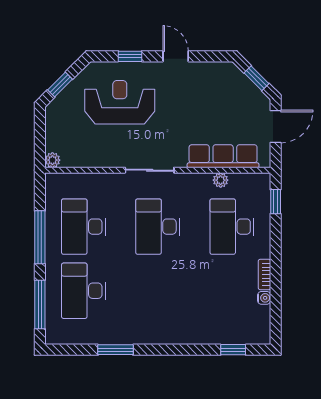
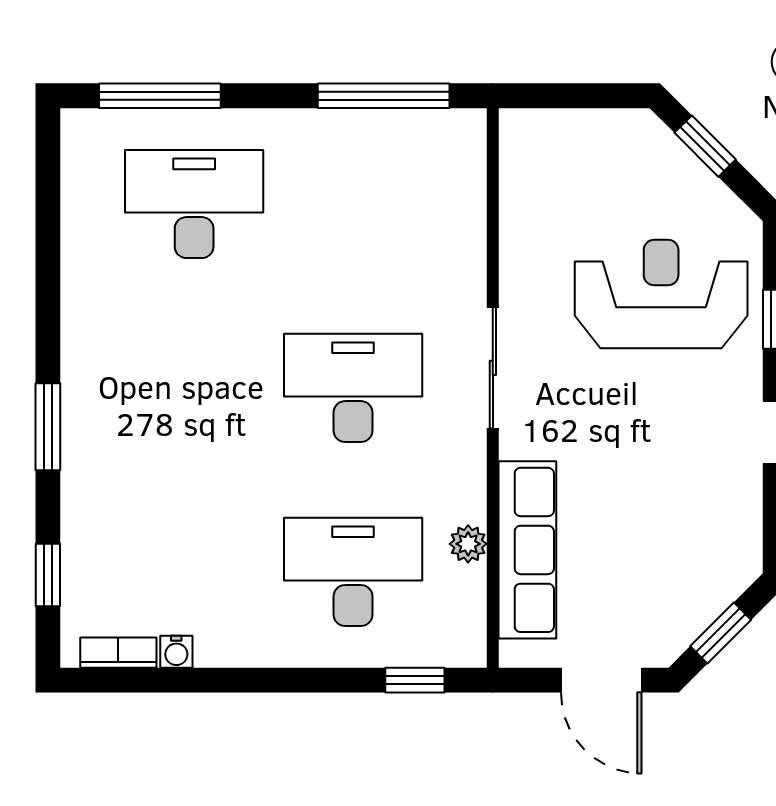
reception desk: (120, 102) -> (661, 294), turned -90
plant: (52, 160) -> (518, 127), removed
desk: (83, 227) -> (353, 204), removed
window: (40, 237) -> (384, 96), moved
bookcase: (264, 274) -> (118, 653), moved
window: (115, 350) -> (48, 427), moved

